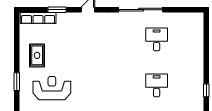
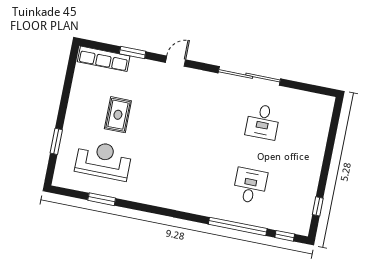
desk: (157, 39) -> (263, 122), turned 180
rug: (37, 55) -> (118, 115), moved

